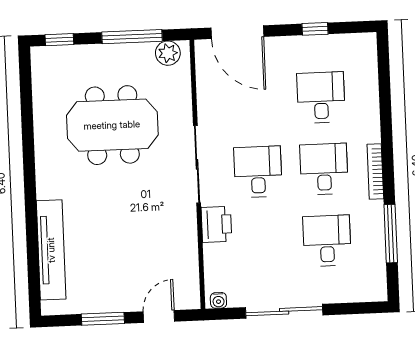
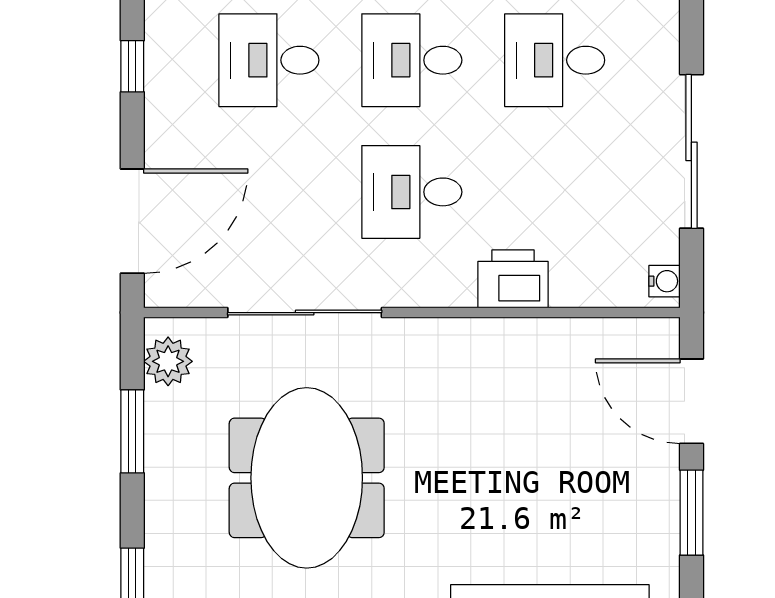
window: (132, 37) -> (132, 431), width x0.69
sliding door: (197, 164) -> (305, 313), moved
door: (159, 316) -> (691, 401), width x1.38

